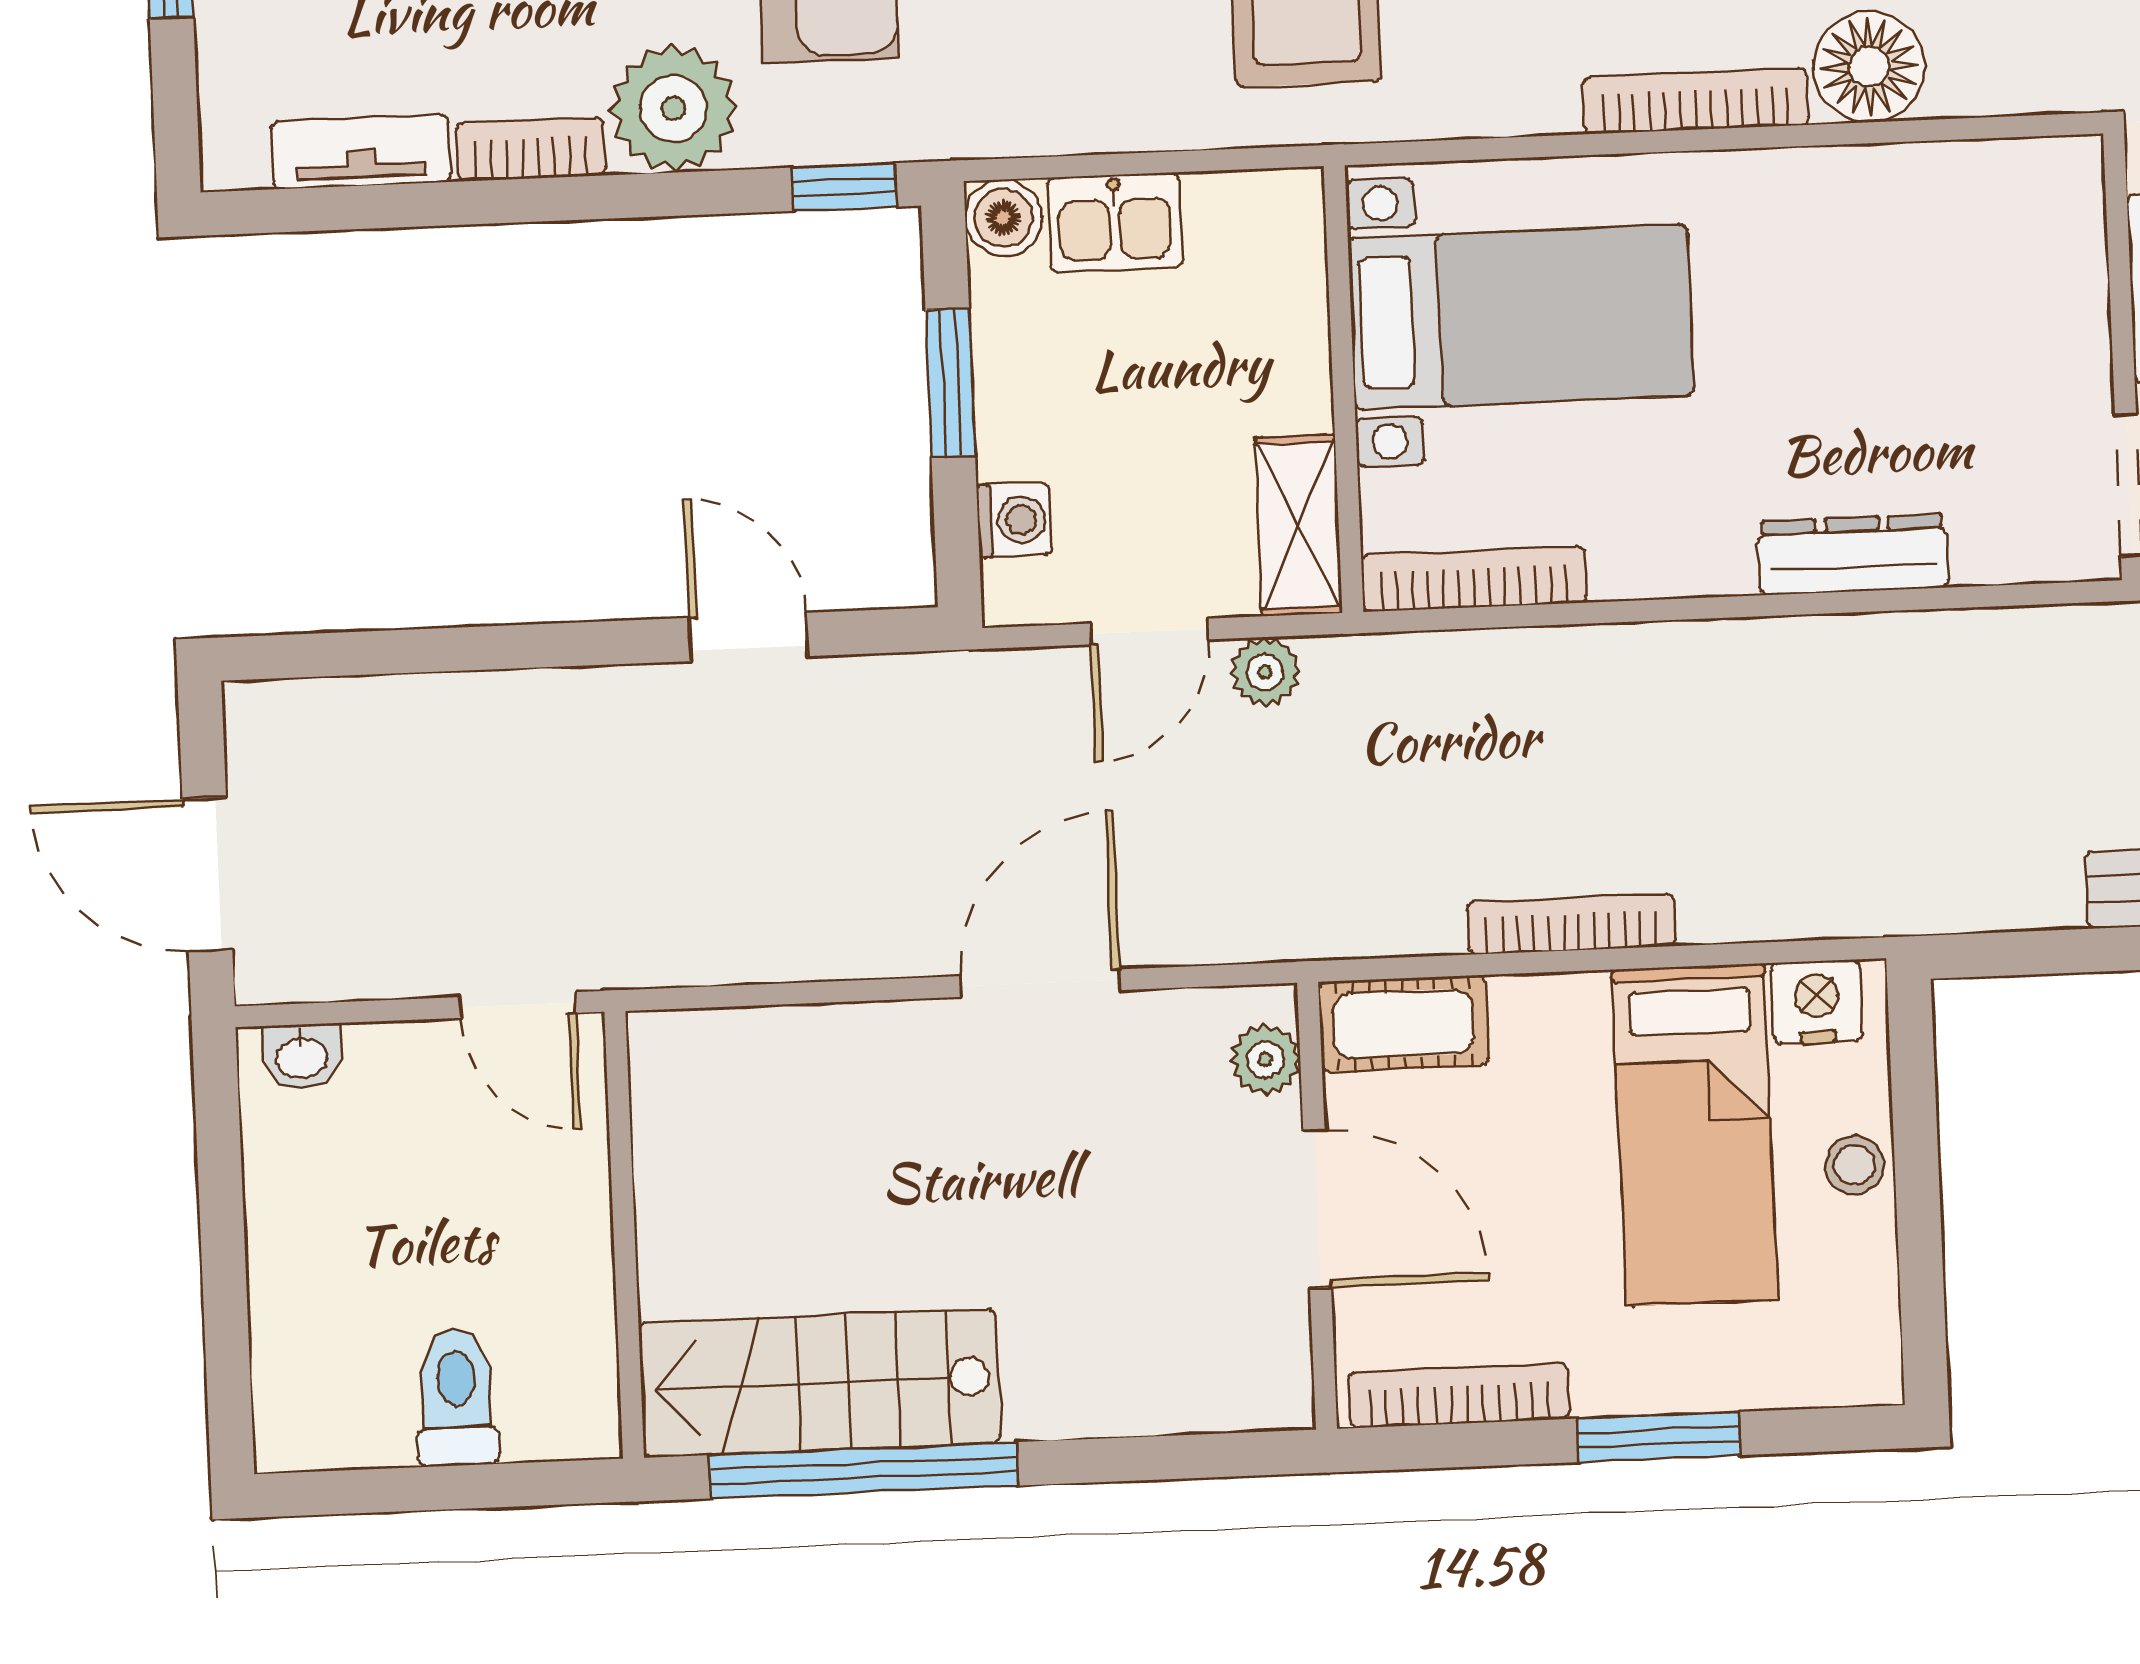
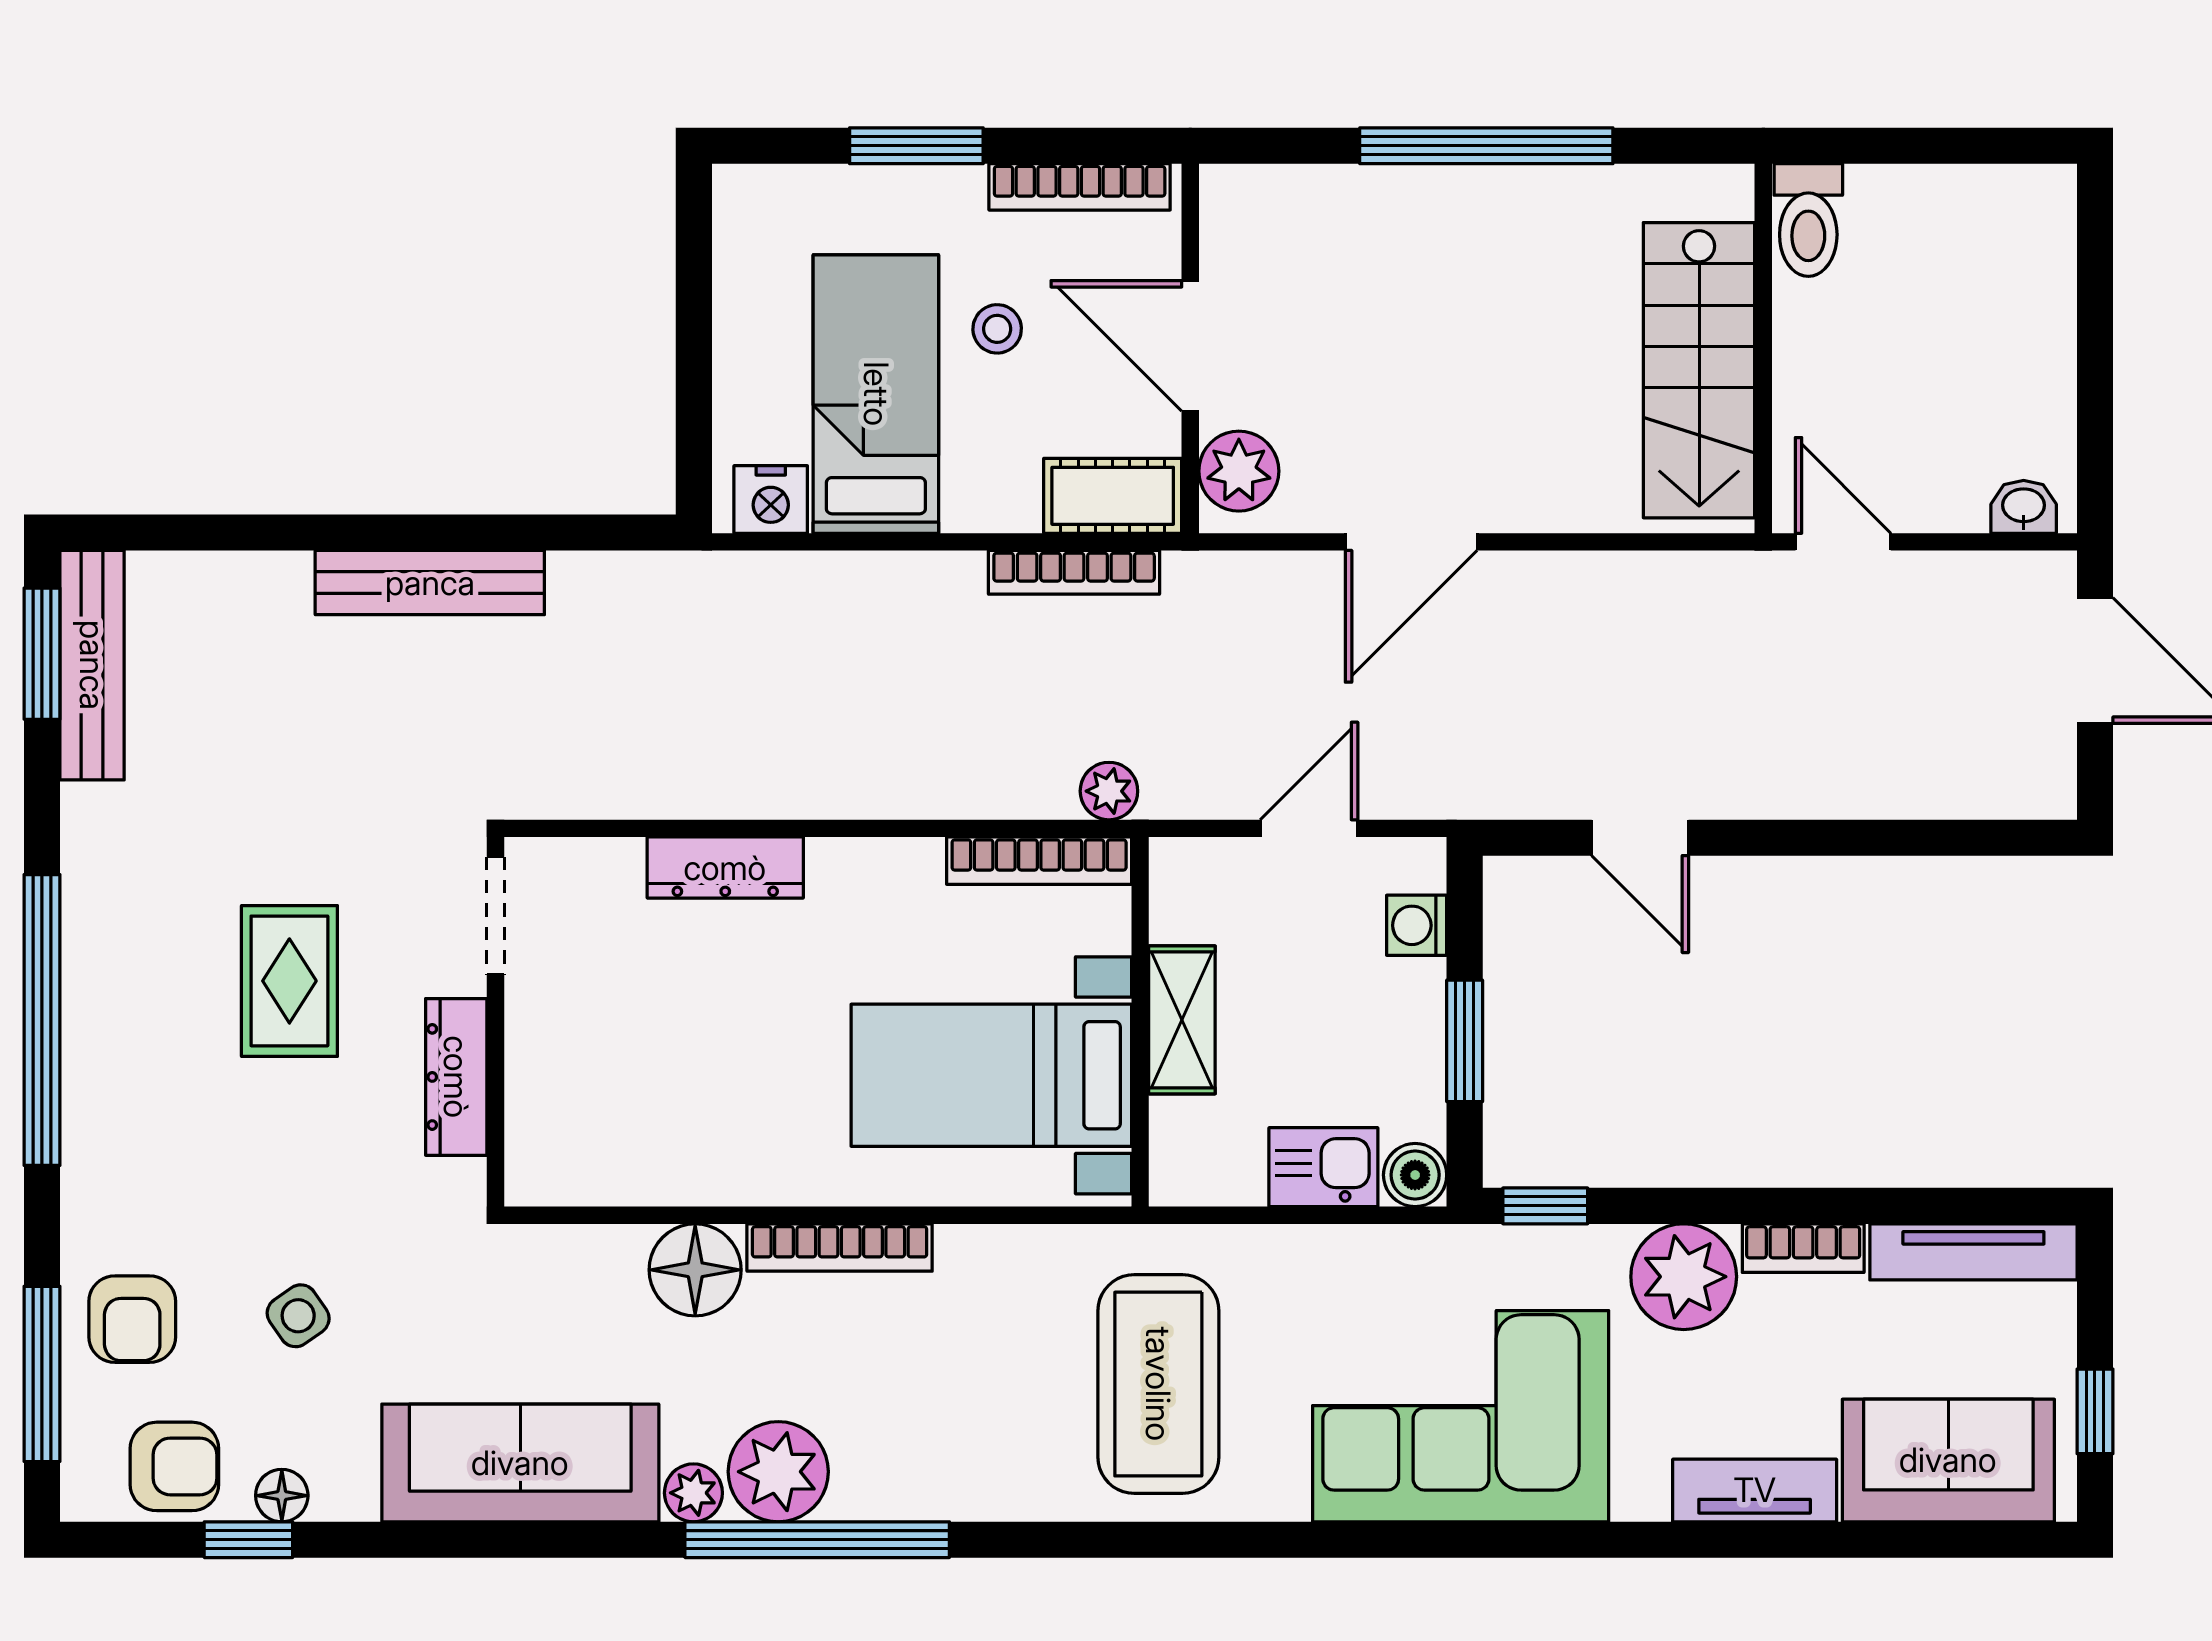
tv unit: (361, 152) -> (1973, 1252), width x1.41
shelving: (1299, 525) -> (1182, 1020), moved
plant: (1265, 672) -> (1109, 791), moved
bookcase: (1571, 924) -> (1074, 572), moved
plant: (1265, 1059) -> (1239, 471), width x1.38, depth x1.38
stool: (1854, 1165) -> (997, 329), moved
stairs: (820, 1383) -> (1699, 370), moved, turned 90
toilet: (456, 1397) -> (1808, 220), moved
window: (863, 1470) -> (1486, 146), moved

